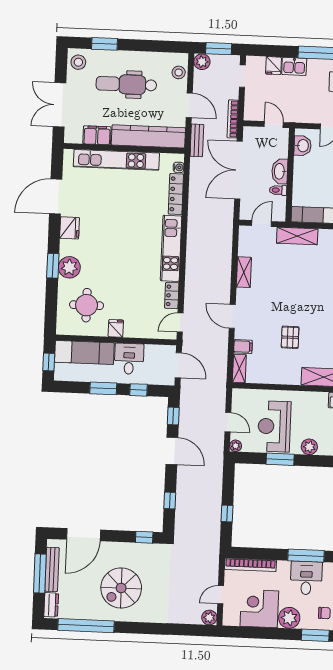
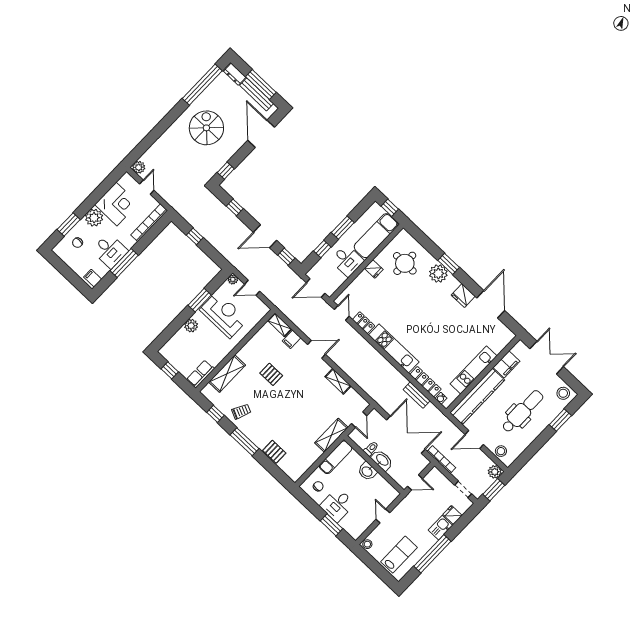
bench: (197, 140) -> (417, 395), moved
washbasin: (303, 146) -> (367, 471), moved
kitchen unit: (116, 160) -> (474, 370), width x0.73

